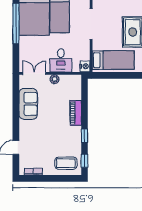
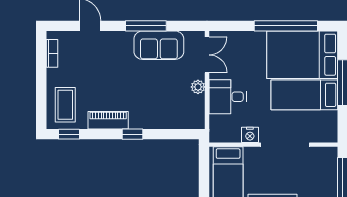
nightstand: (85, 66) -> (250, 135), moved
window: (16, 112) -> (146, 26), added
piano: (76, 113) -> (108, 120), moved
window: (84, 136) -> (133, 134), moved

